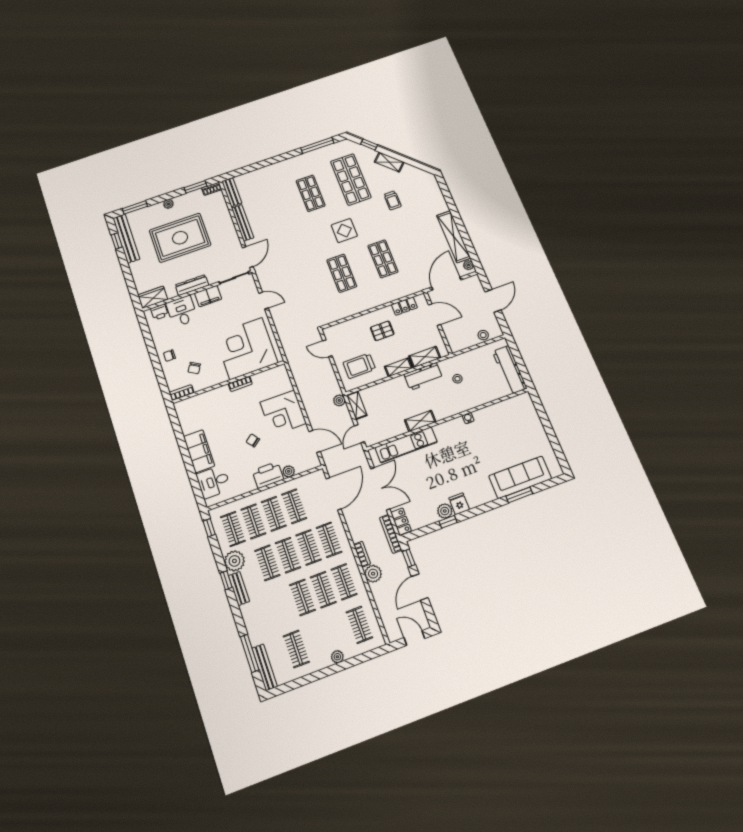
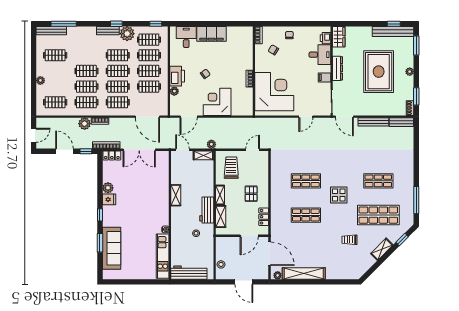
filing cabinet: (208, 296) -> (325, 77), width x0.50
kitchen unit: (406, 445) -> (163, 256), moved
window: (448, 522) -> (100, 215), moved

